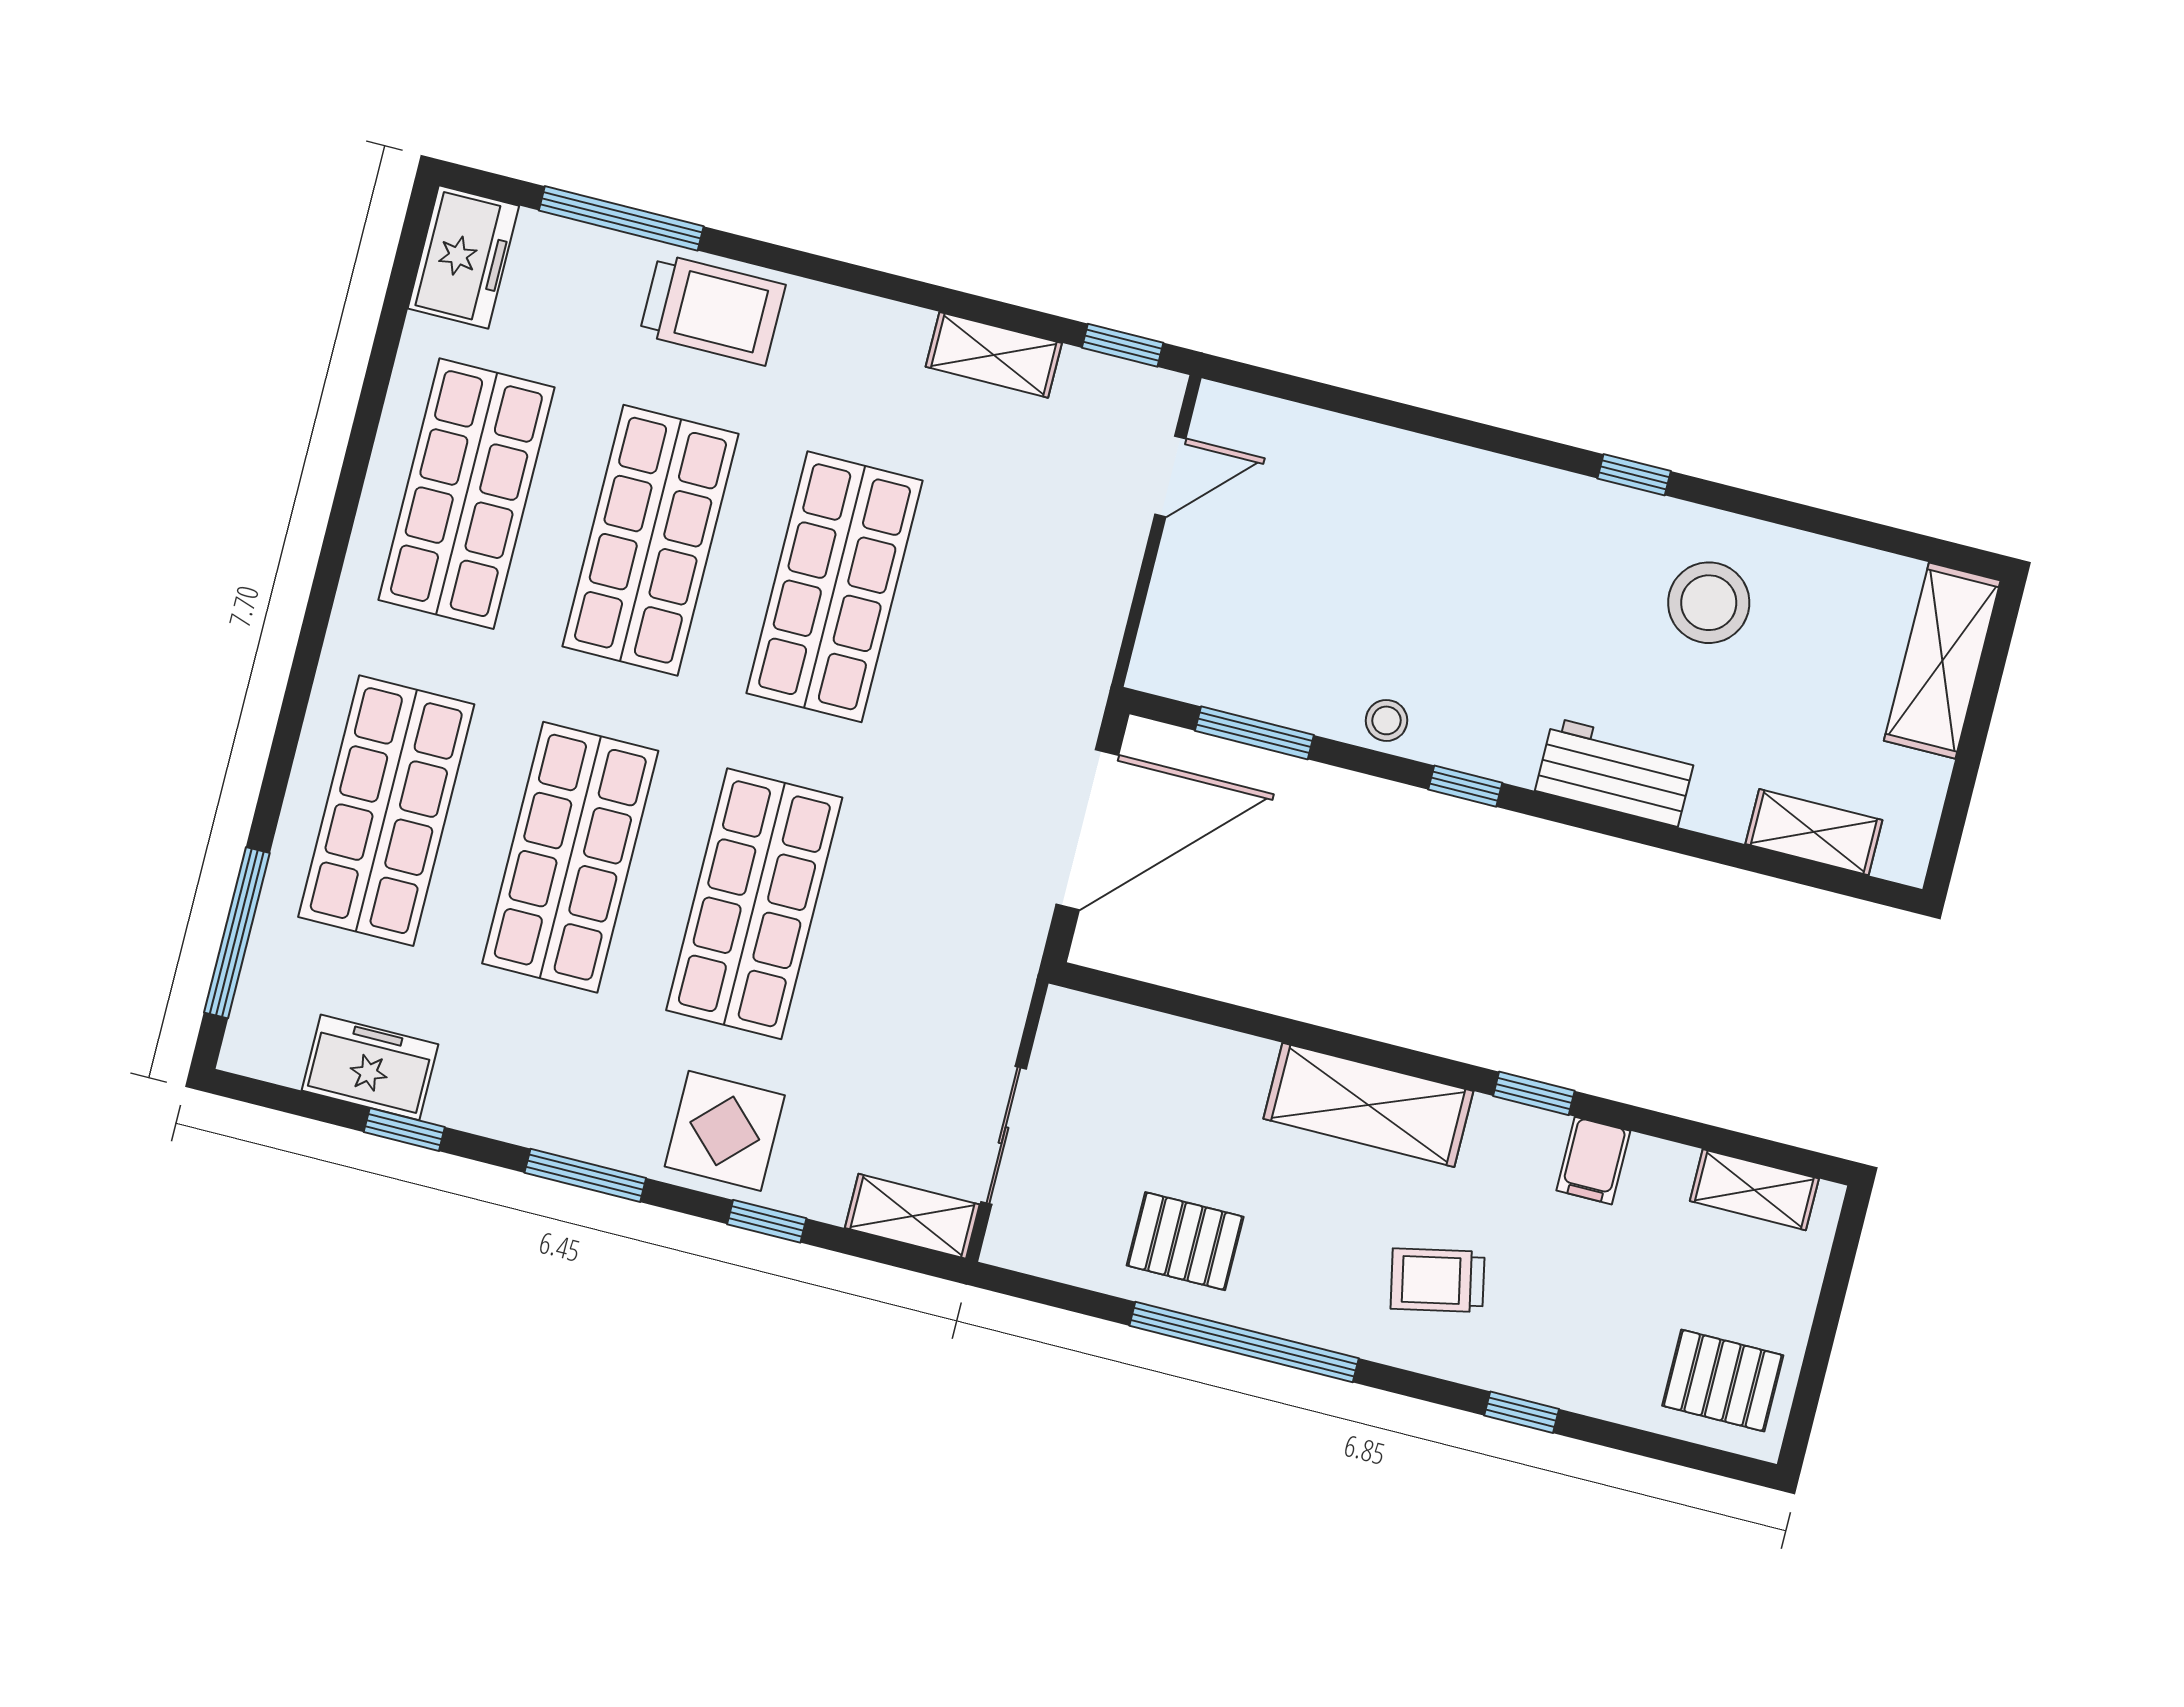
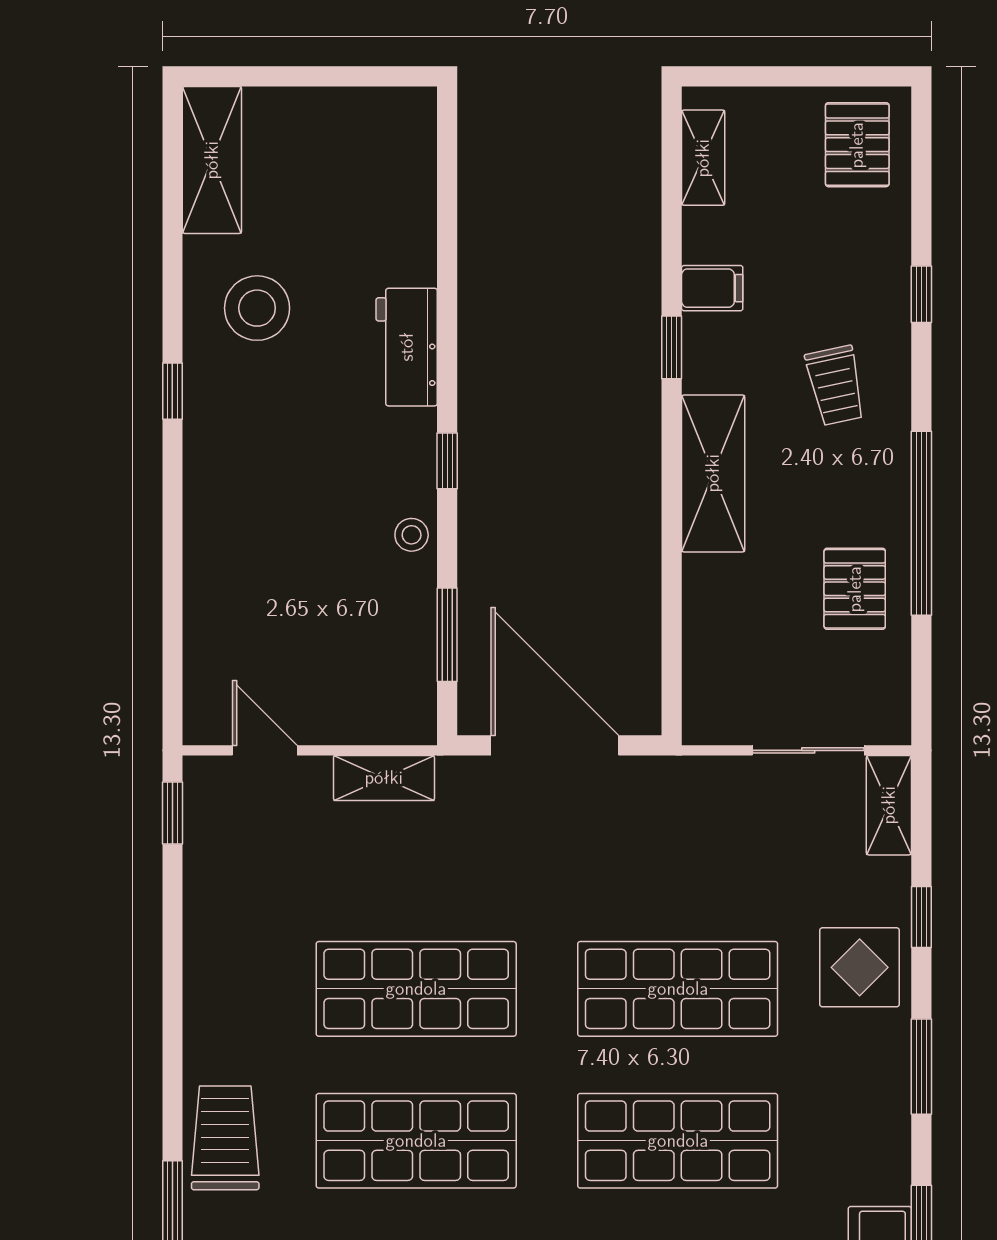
shelving: (994, 355) -> (384, 778), moved, turned 90
shelving: (1942, 661) -> (212, 160), moved, turned 90
shelving: (1814, 832) -> (414, 182), removed

